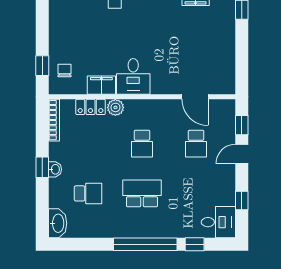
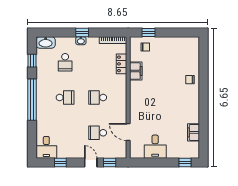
desk: (133, 76) -> (155, 147), moved, turned -90
door: (195, 97) -> (128, 132), hinge flipped
plant: (115, 107) -> (121, 80), removed
school desk: (142, 193) -> (65, 97), width x0.54
window: (195, 244) -> (32, 61), moved

